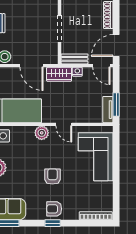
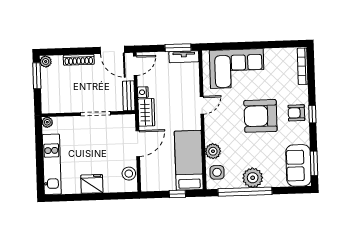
plant: (42, 133) -> (213, 151), moved
armchair: (52, 177) -> (260, 116), width x1.88, depth x1.88
armchair: (54, 209) -> (296, 113), turned 90

